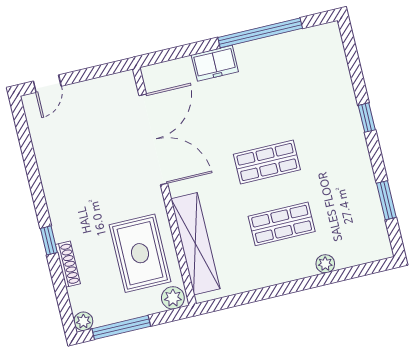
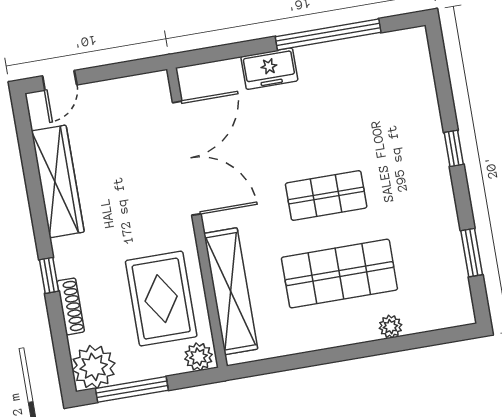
wardrobe: (51, 165) -> (58, 181), added
shop shelf: (282, 224) -> (339, 274), width x1.43, depth x1.36
plant: (83, 321) -> (94, 367), width x1.88, depth x1.88

